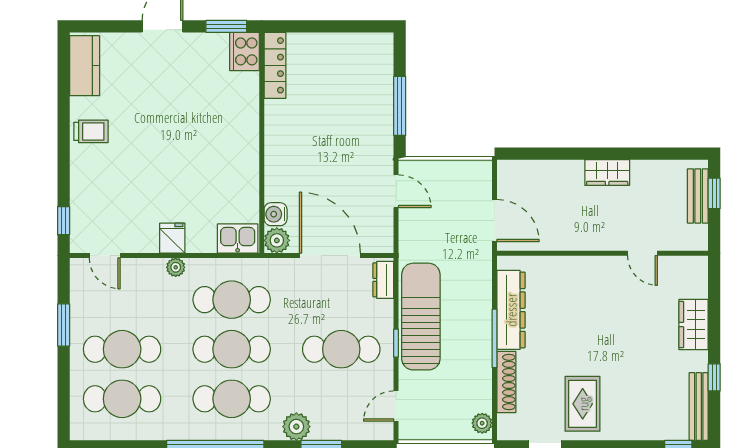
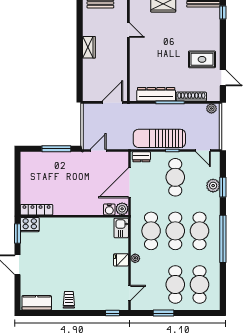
door: (642, 253) -> (128, 30), hinge flipped
plant: (296, 427) -> (213, 186), moved

